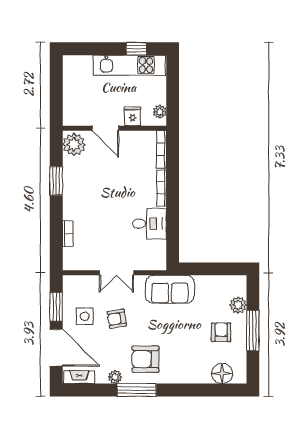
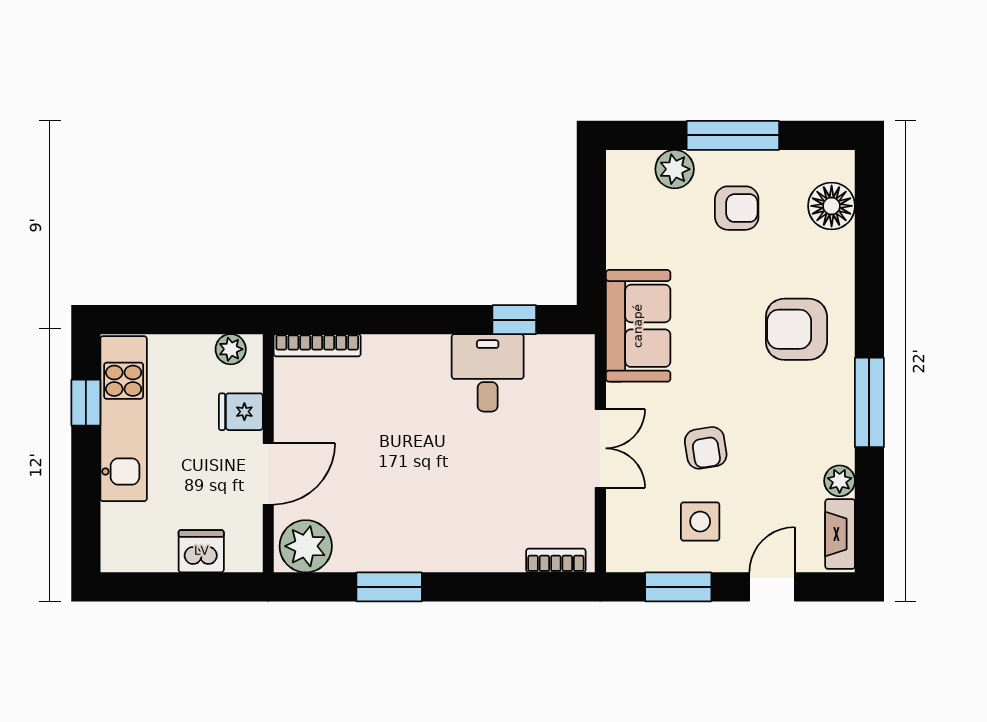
dishwasher: (72, 99) -> (201, 551), added
bookcase: (162, 188) -> (406, 345), removed
bookcase: (68, 234) -> (556, 560), moved
window: (173, 235) -> (514, 320), added
armchair: (221, 332) -> (737, 208), turned 180
door: (56, 348) -> (772, 587), width x0.53
armchair: (145, 359) -> (796, 329), moved, turned 90
plant: (115, 377) -> (840, 481), moved

